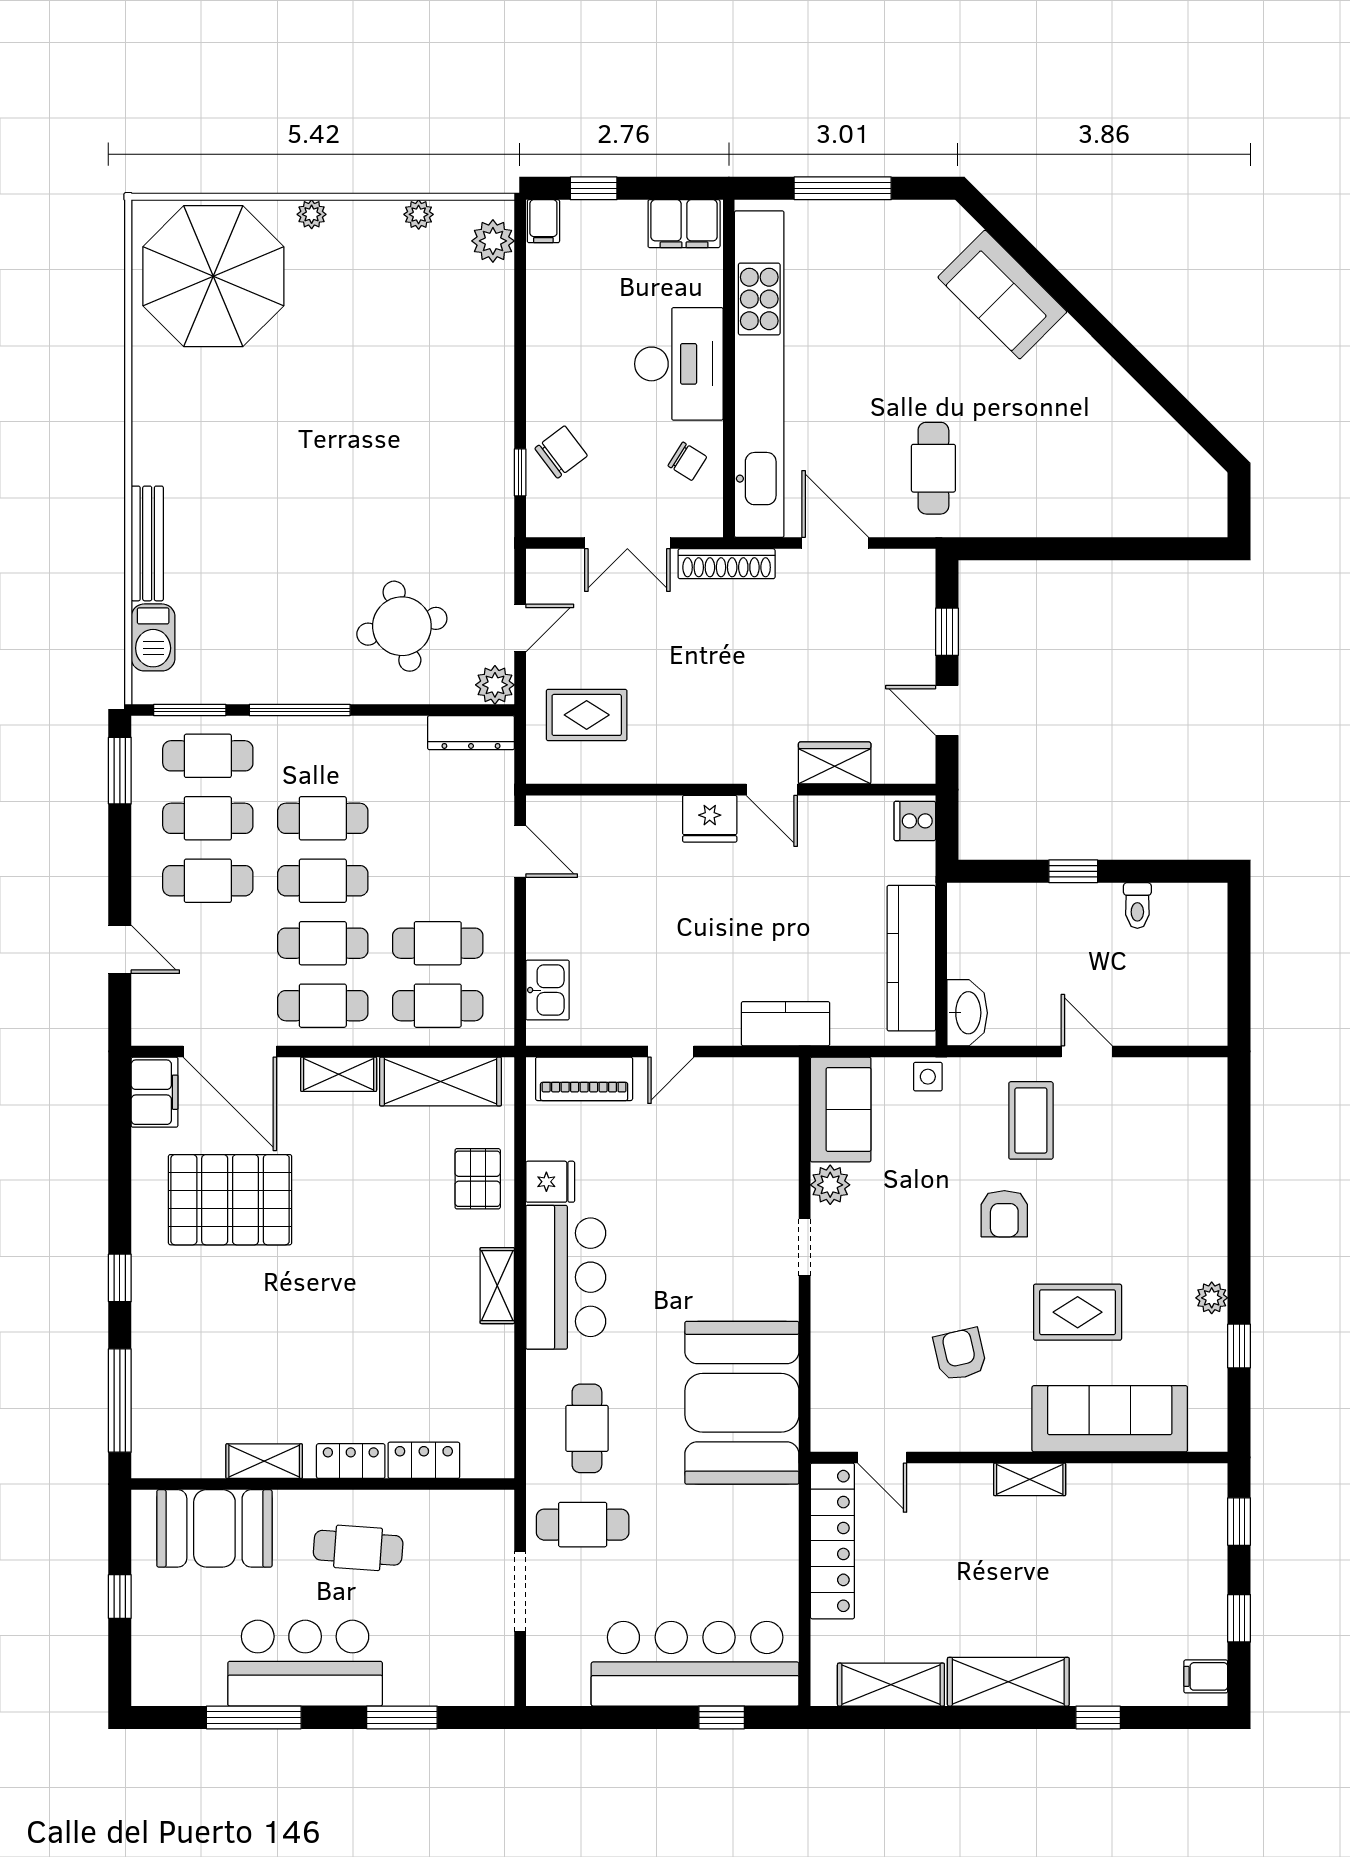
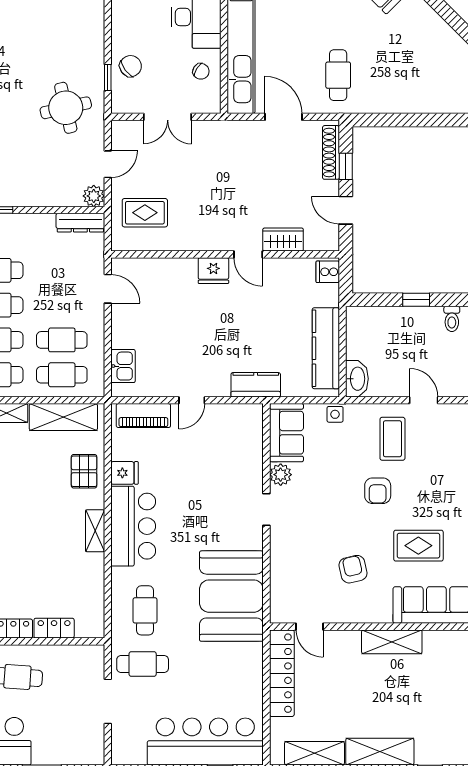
shoe rack: (727, 564) -> (331, 152), moved, turned 90
round table: (402, 626) -> (66, 108), moved
shelving: (1030, 1479) -> (392, 642), width x1.50, depth x1.33

